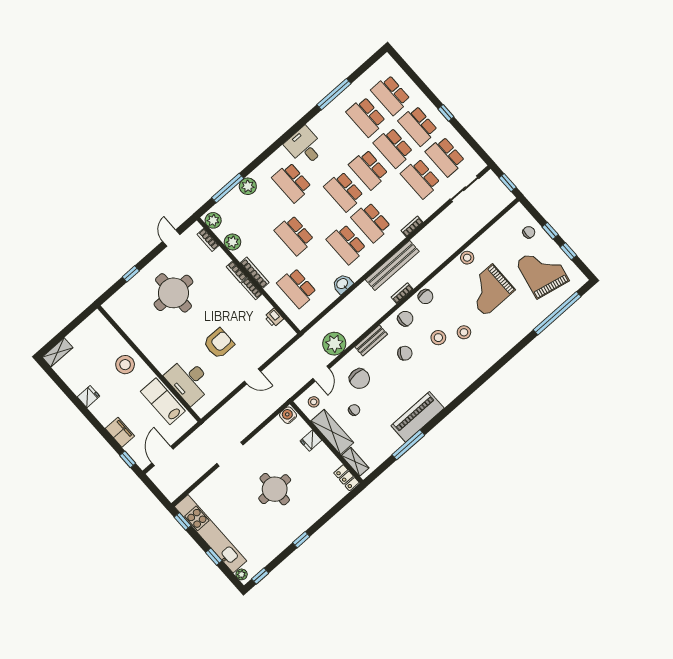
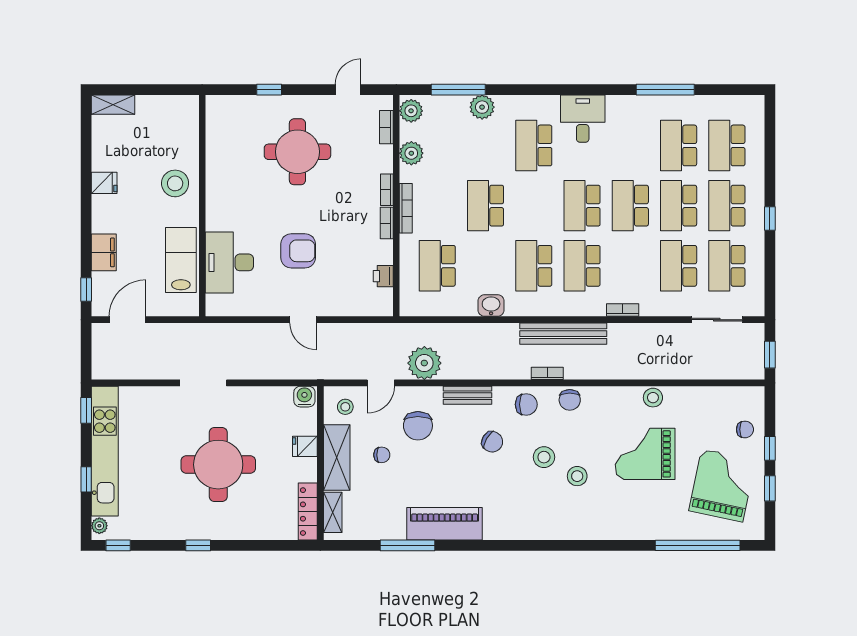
locker: (346, 478) -> (308, 512), width x1.53
round table: (275, 489) -> (218, 465), width x1.36, depth x1.36

